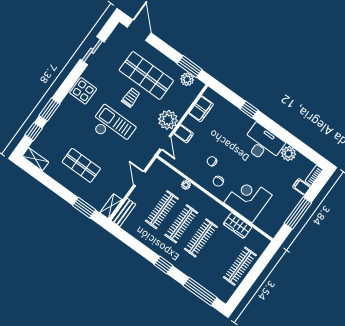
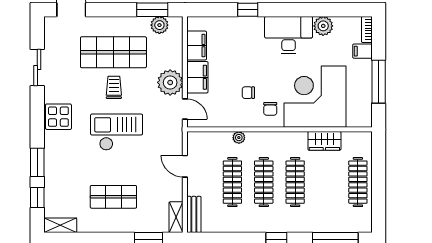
filing cabinet: (184, 134) -> (197, 77), width x2.00
corner desk: (248, 199) -> (315, 97), width x1.36, depth x1.36

